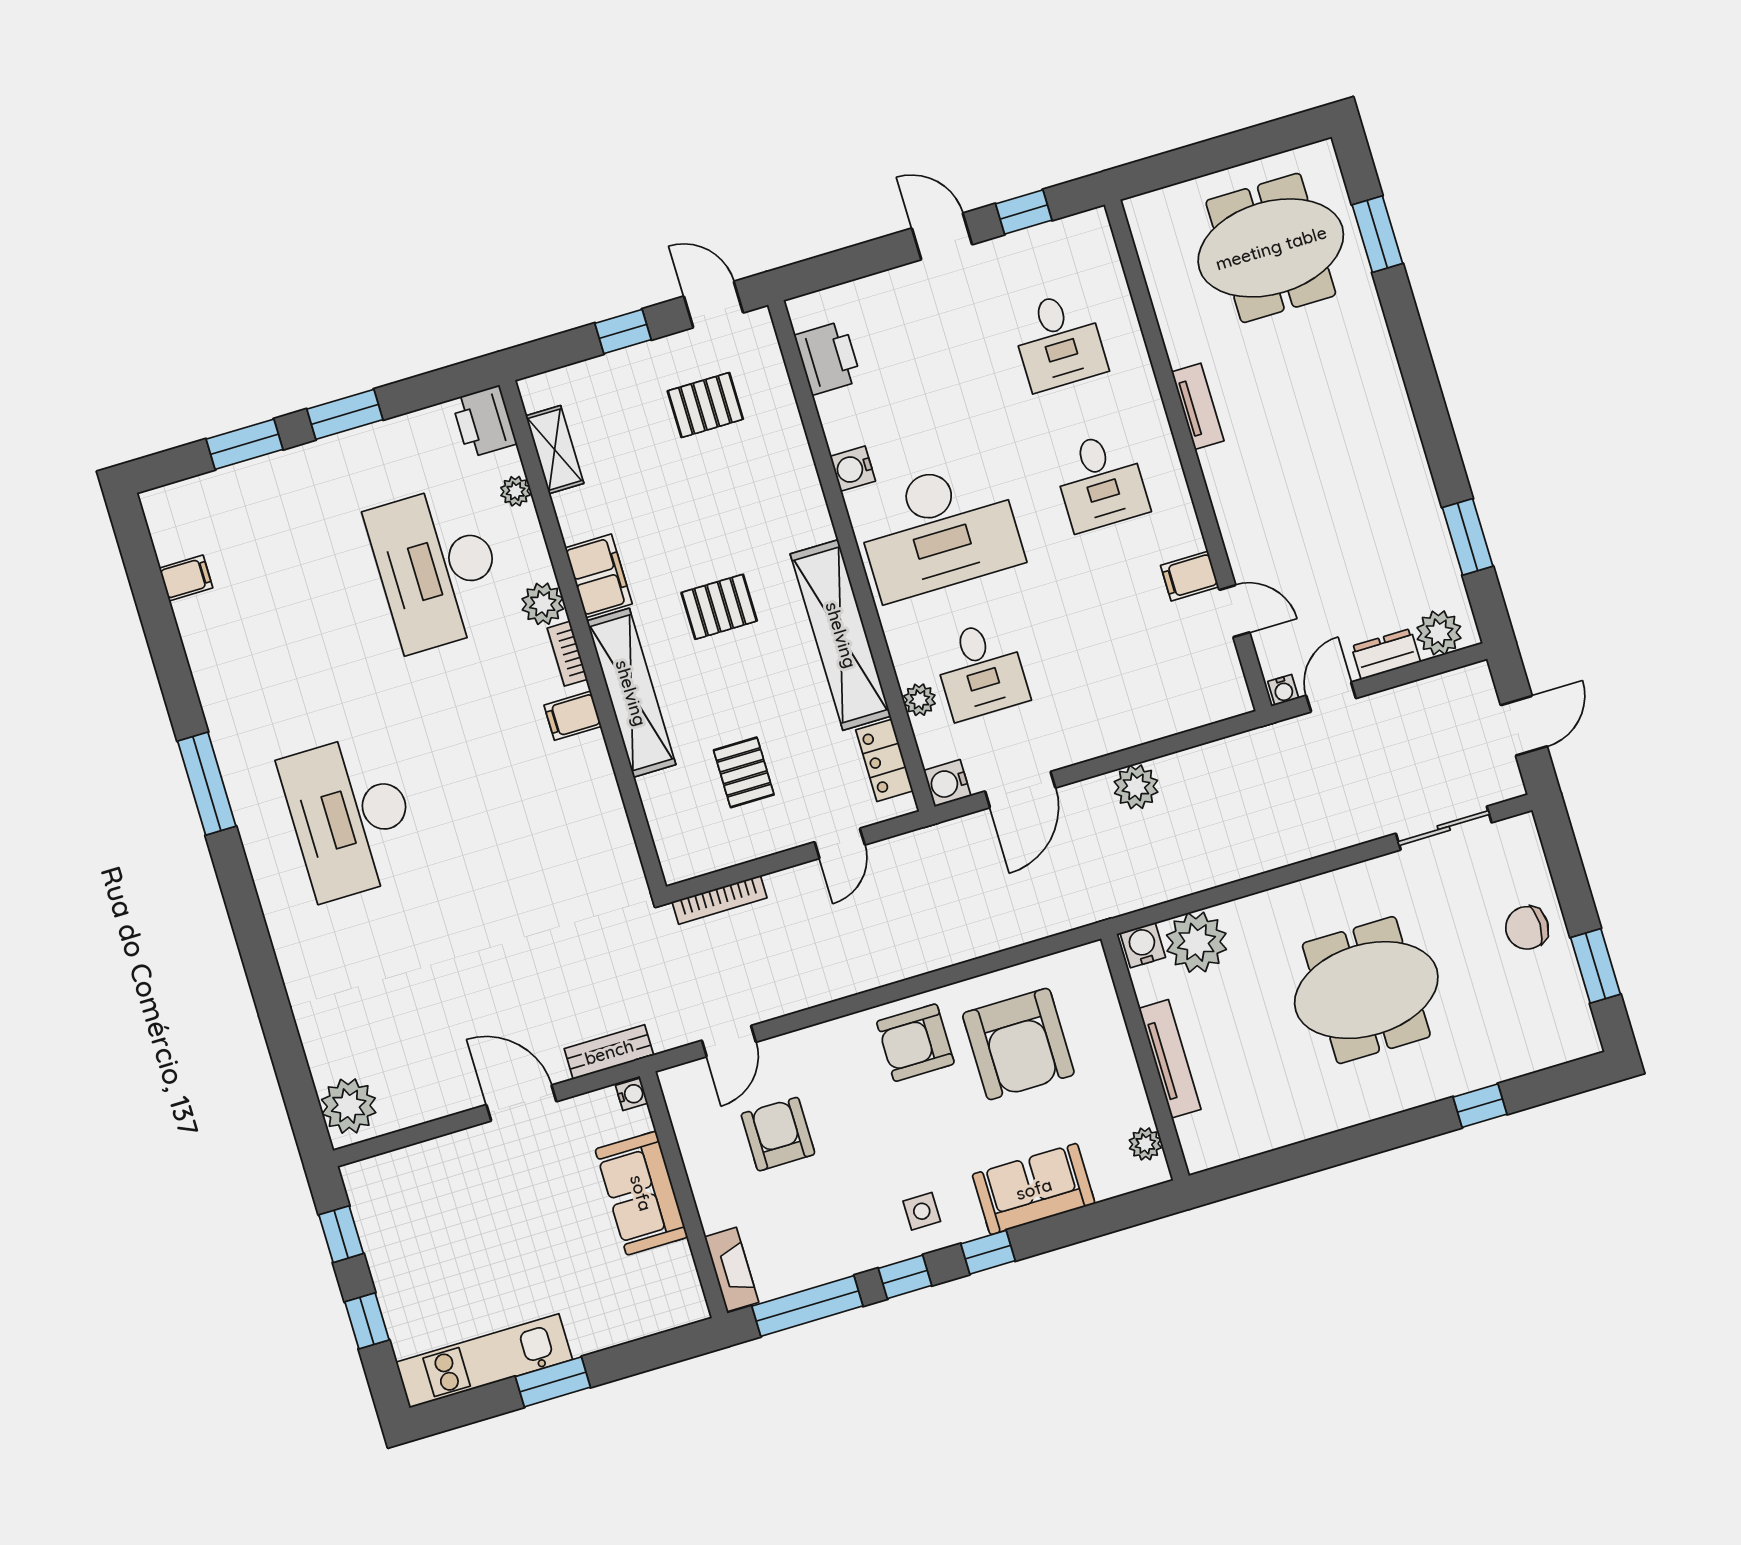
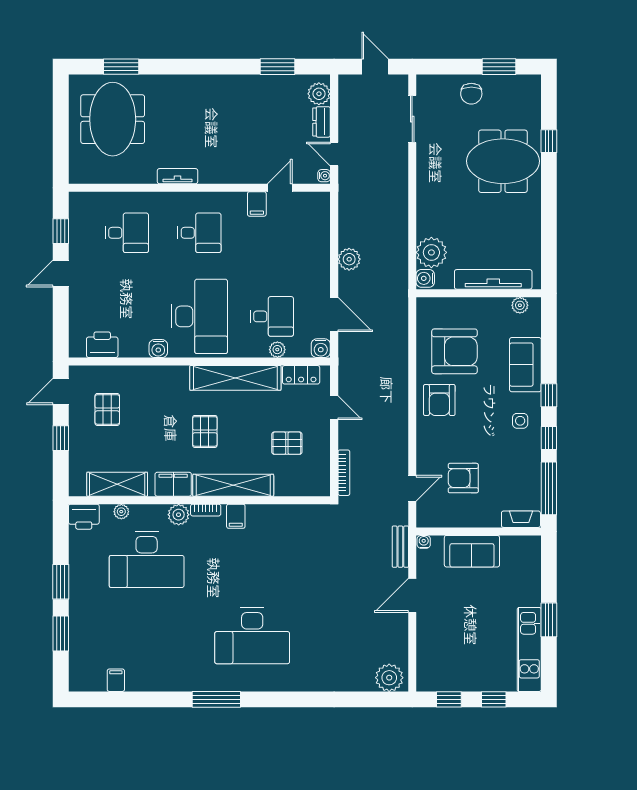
shelving: (555, 450) -> (117, 484), width x1.50, depth x1.33
meeting table: (1366, 990) -> (503, 161), moved, turned 90
door: (729, 1041) -> (412, 488), hinge flipped
tv unit: (1170, 1059) -> (493, 279), width x1.36, depth x1.29

